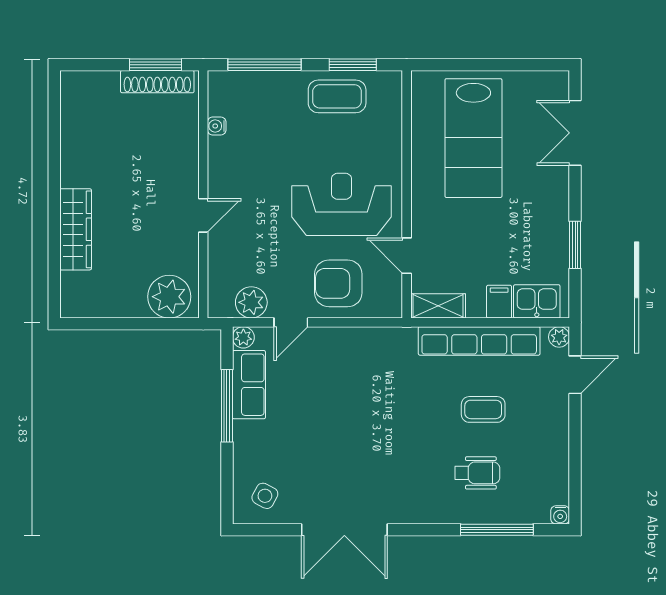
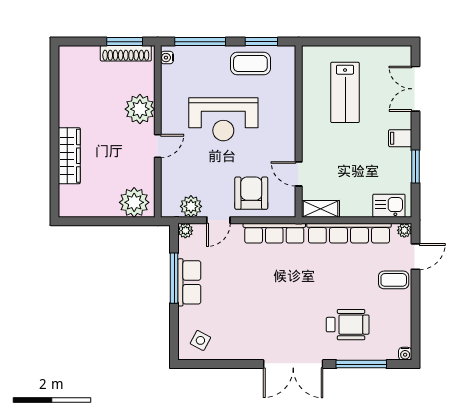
water cooler: (217, 126) -> (167, 58), moved
lab bench: (473, 138) -> (345, 92), width x0.73, depth x0.72
plant: (178, 162) -> (140, 109), added
reception desk: (342, 204) -> (223, 119), moved, turned 180
armchair: (338, 283) -> (251, 193), turned 90
filing cabinet: (499, 302) -> (400, 138), moved, turned -90
row of seats: (371, 341) -> (274, 233), added
row of seats: (249, 385) -> (189, 282), moved
coffee table: (483, 409) -> (394, 280), moved
wheelchair: (477, 473) -> (348, 325), width x1.36, depth x1.37
double door: (344, 530) -> (293, 364), moved

